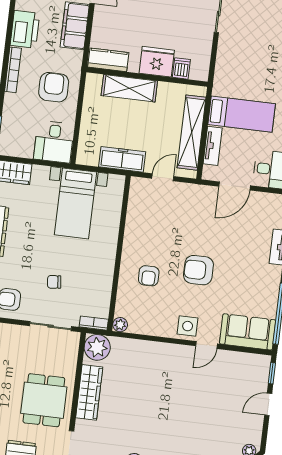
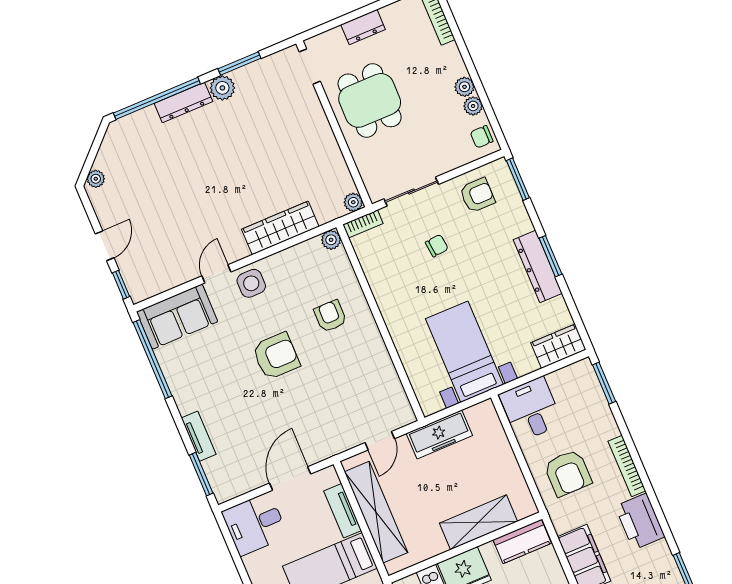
plant: (97, 347) -> (353, 202), width x0.53, depth x0.53
wardrobe: (89, 392) -> (280, 228), moved, turned 90

